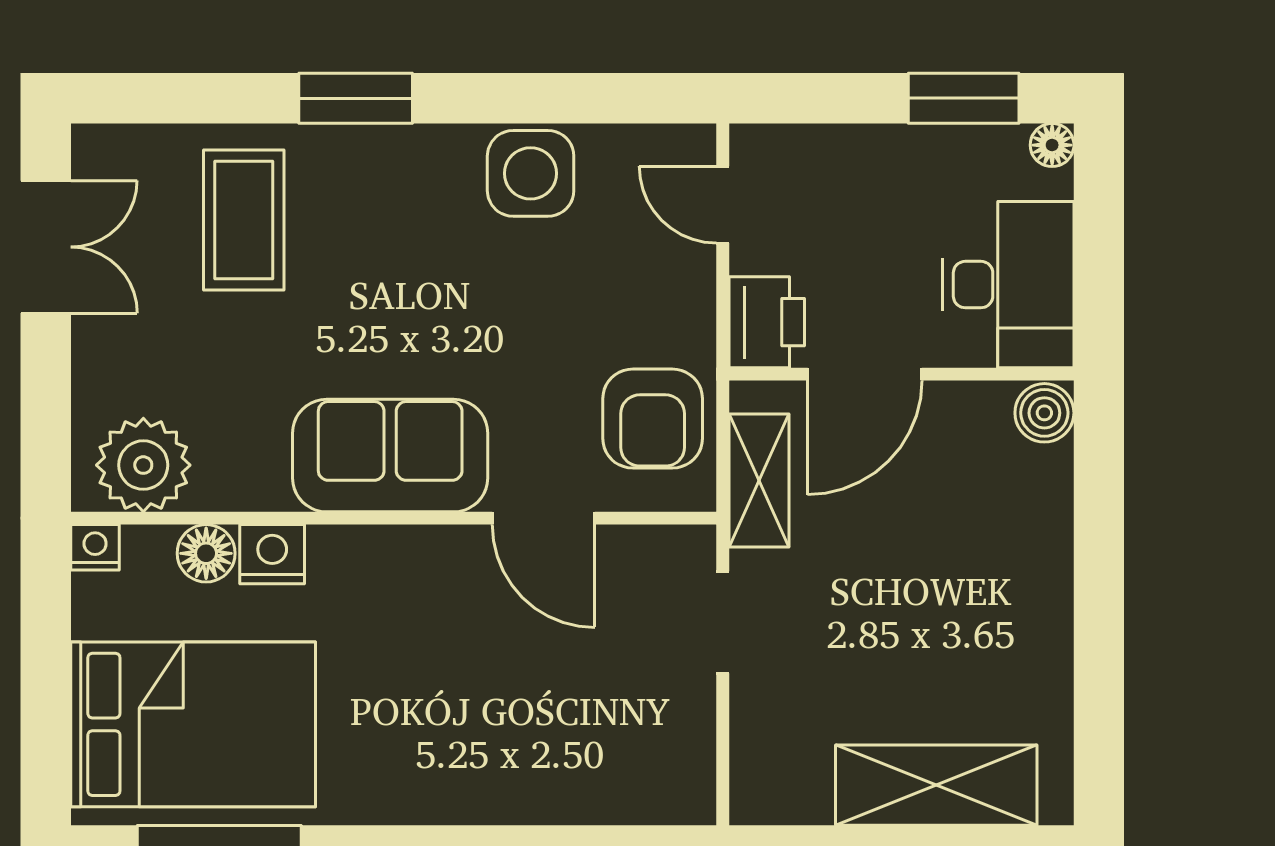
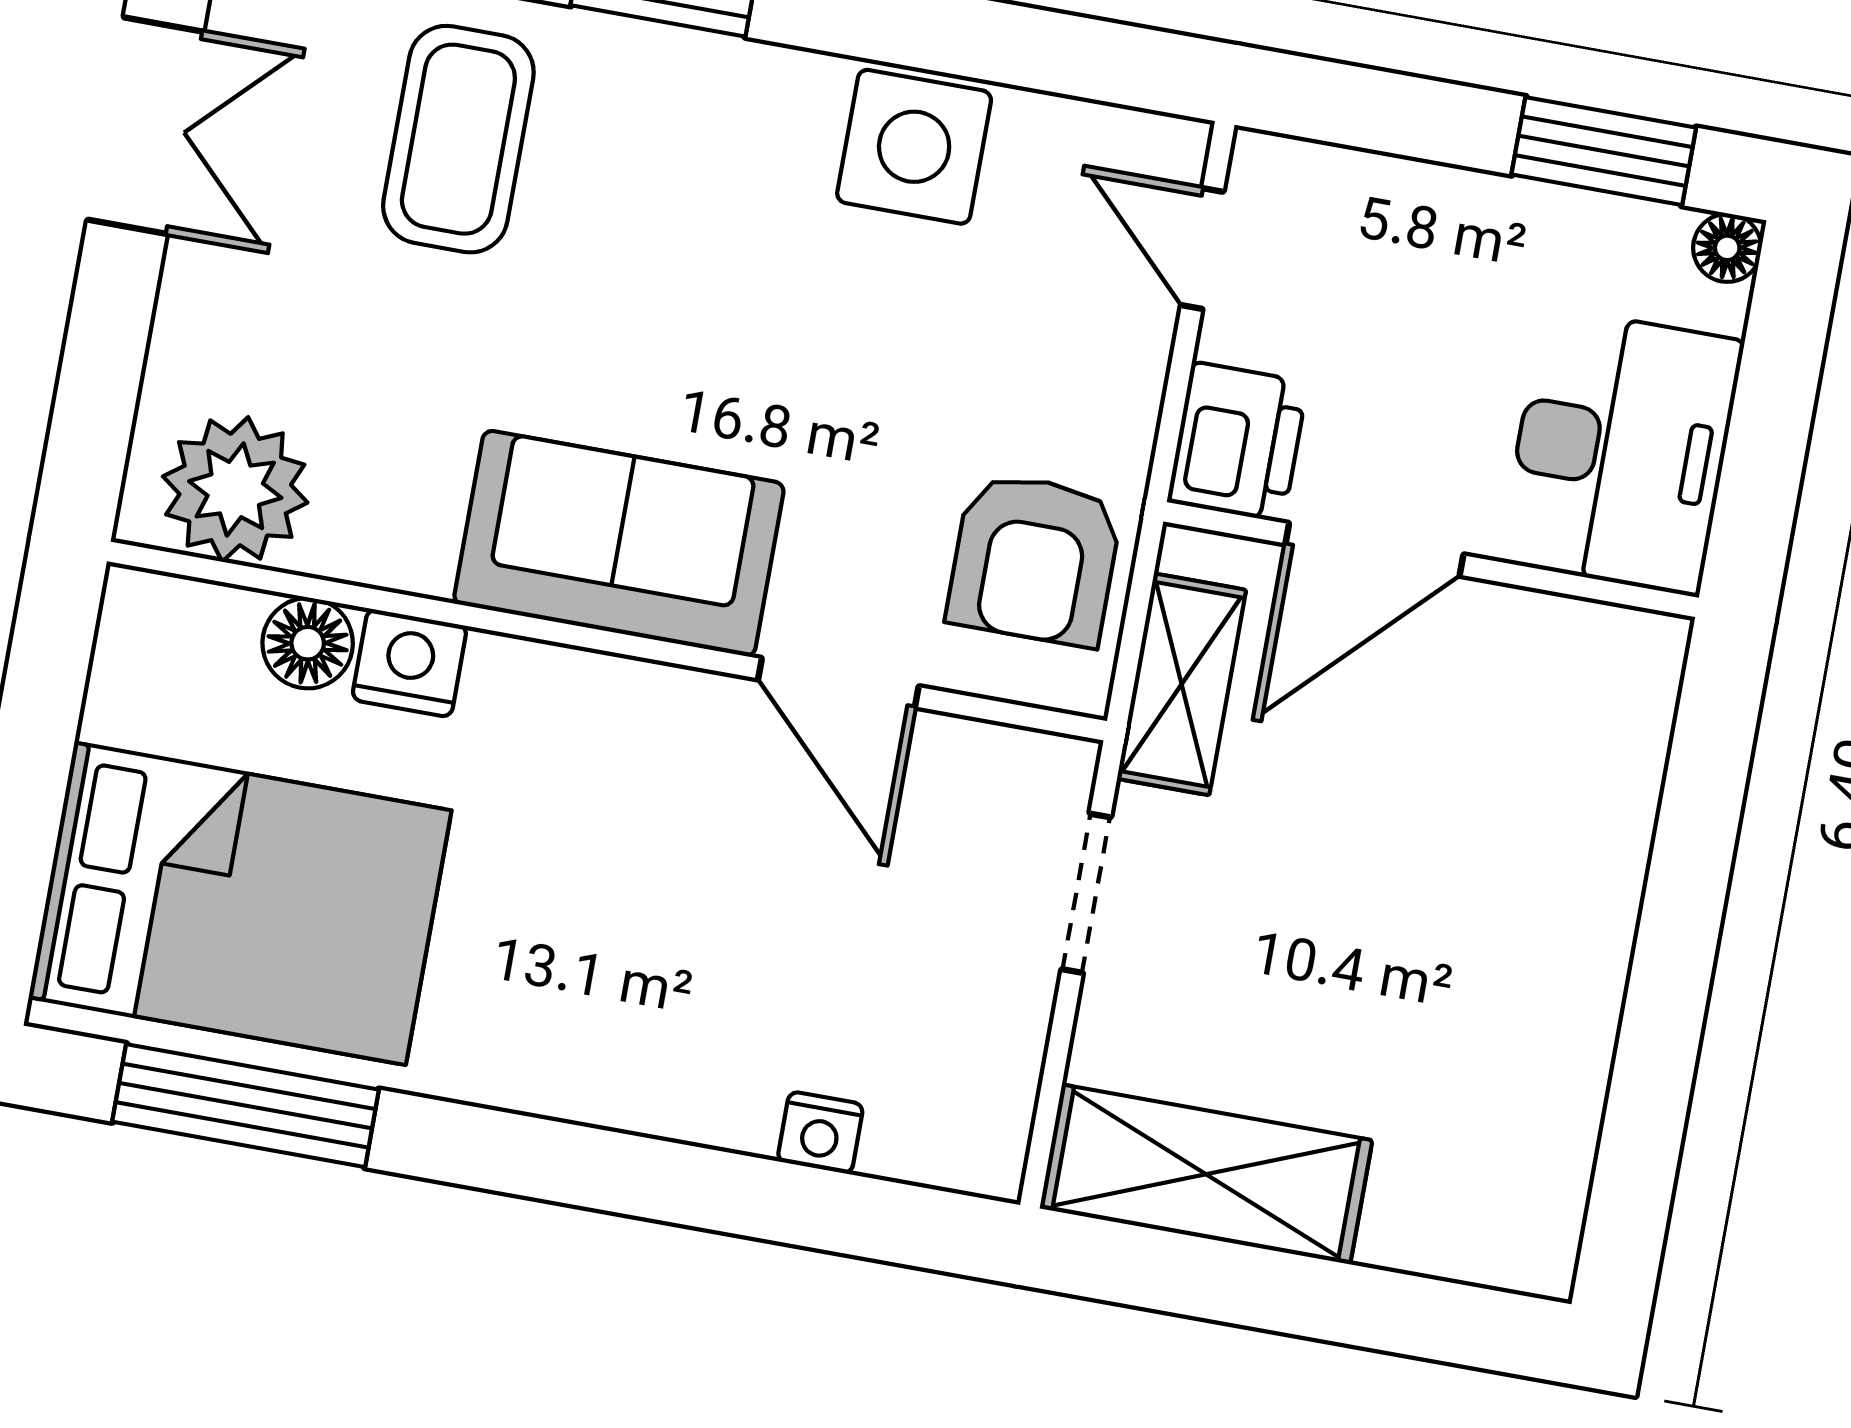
boiler: (1044, 413) -> (1641, 659), removed
nightstand: (95, 547) -> (820, 1133), moved, turned 180
shelving: (936, 785) -> (1206, 1174), moved

